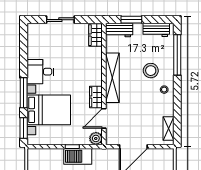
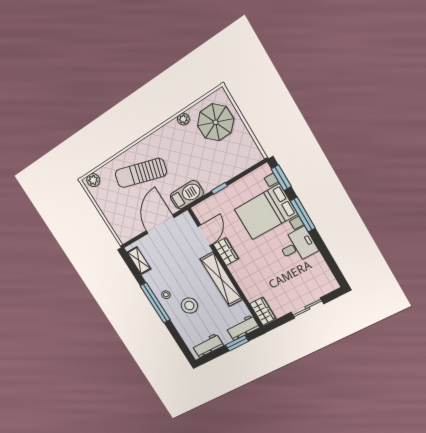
window: (177, 55) -> (155, 303), moved
plant: (96, 138) -> (201, 211), removed
barbecue: (78, 156) -> (187, 195), moved

